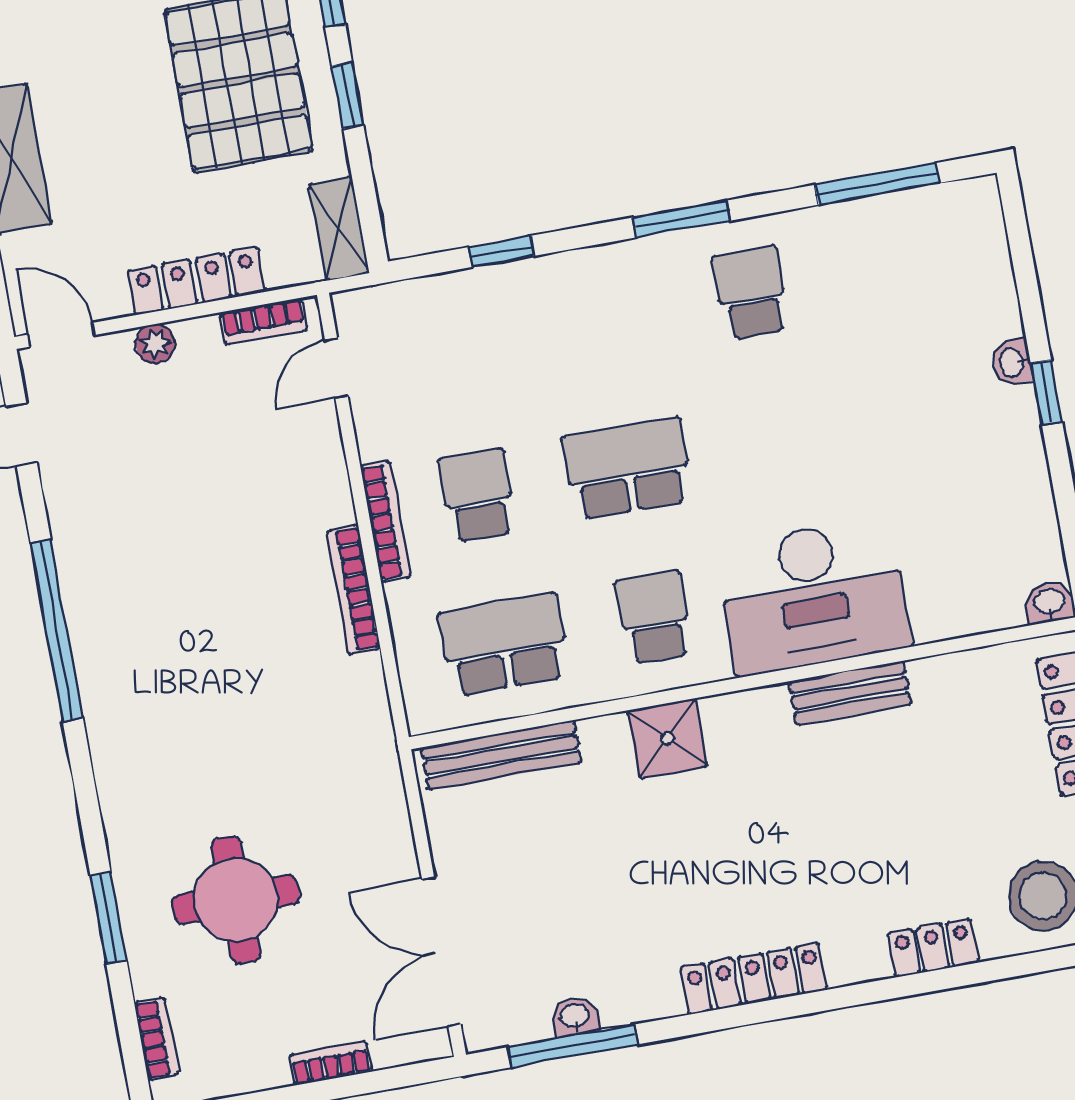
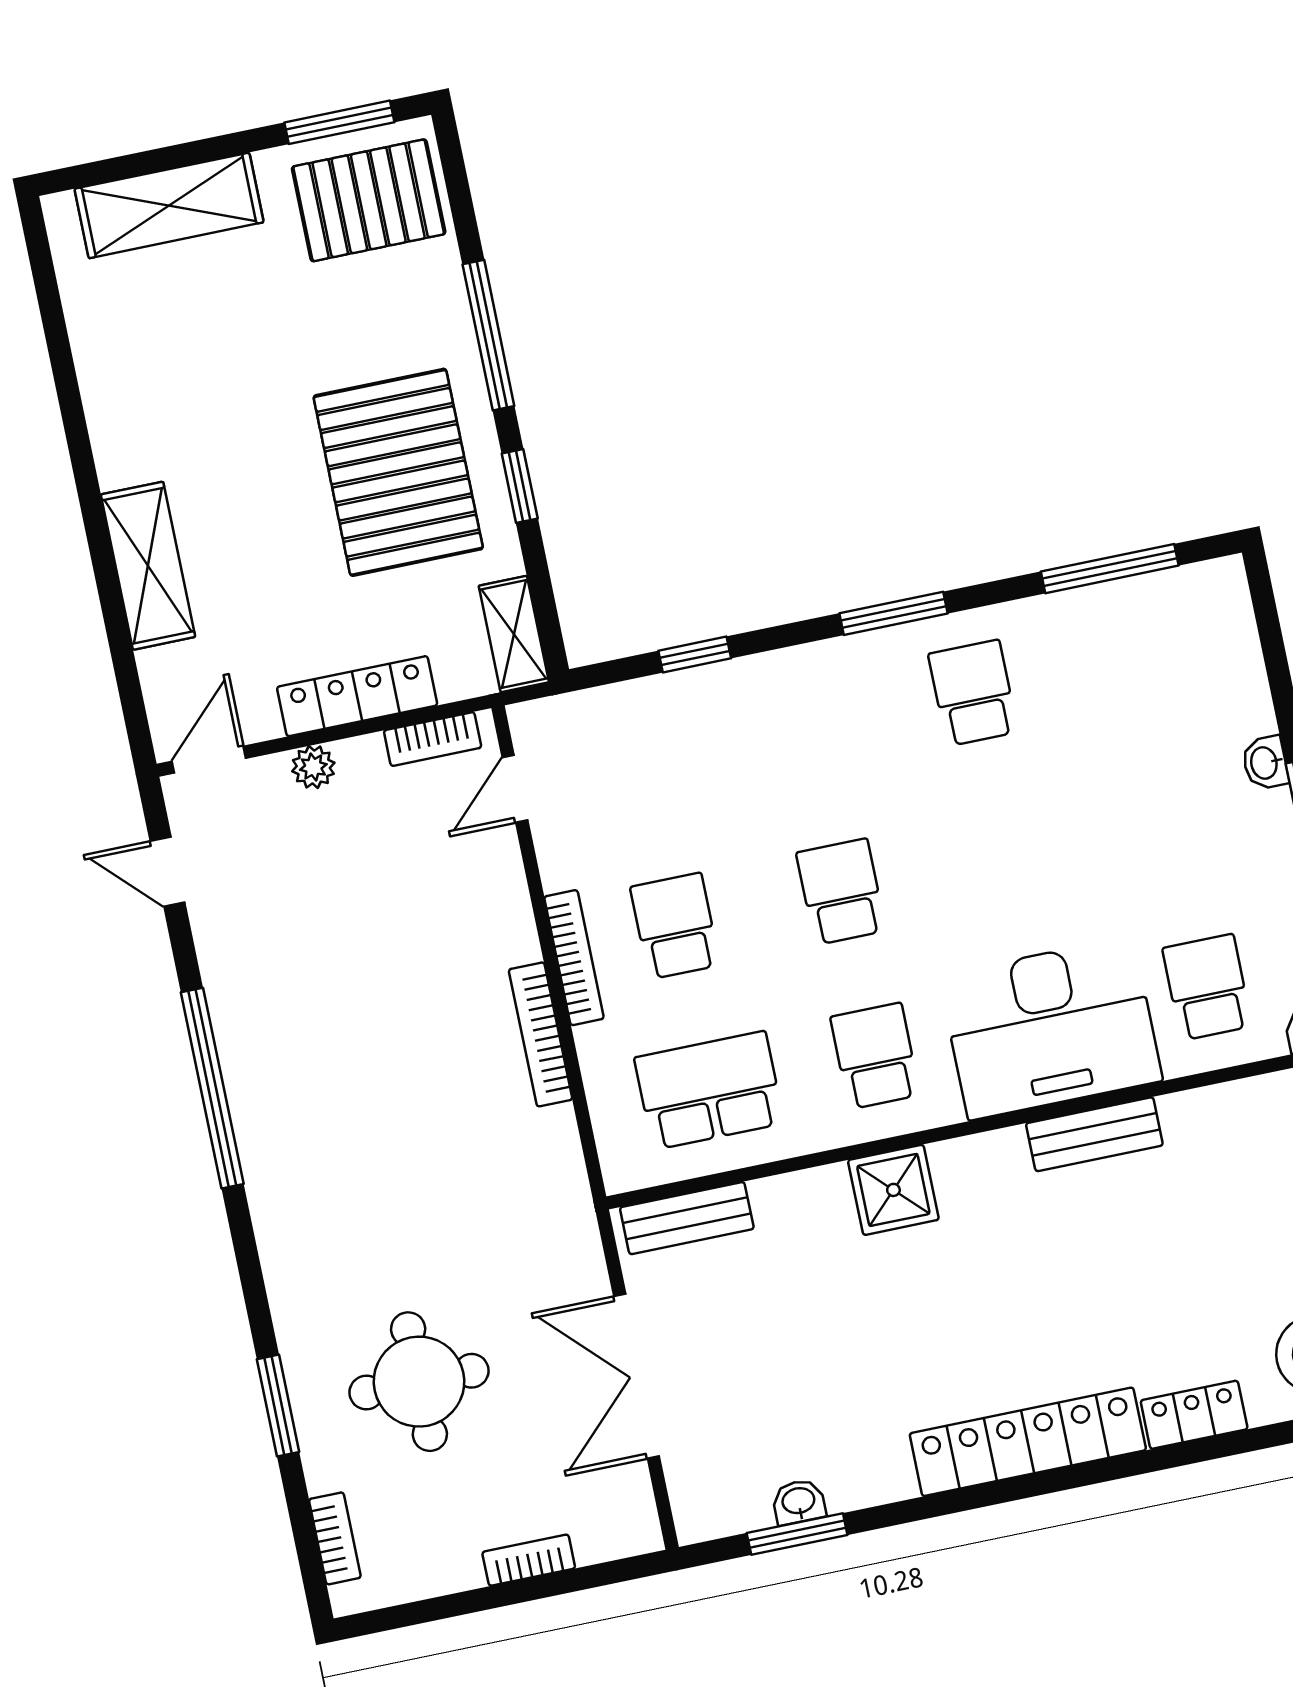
door: (61, 335) -> (209, 760), hinge flipped
school desk: (628, 468) -> (841, 892), width x0.54
school desk: (955, 563) -> (1207, 987), added
bench: (501, 755) -> (687, 1218), width x0.73
double door: (441, 951) -> (637, 1376), moved
locker: (754, 978) -> (1028, 1442), width x1.41, depth x1.21
window: (573, 1046) -> (797, 1534), width x0.69

